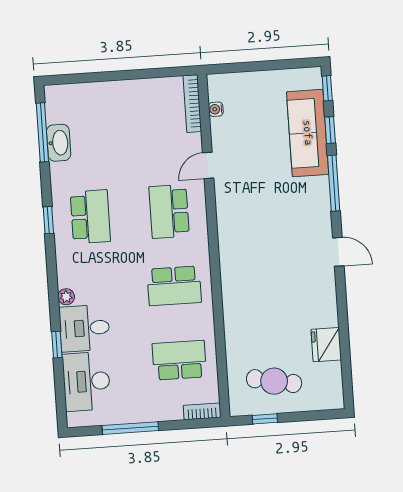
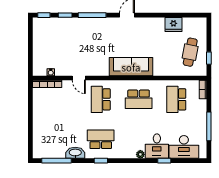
sofa: (308, 133) -> (131, 67), moved, turned 180
washbasin: (59, 143) -> (75, 153), moved
school desk: (169, 211) -> (101, 99), turned 90
school desk: (174, 286) -> (139, 99), turned 90

